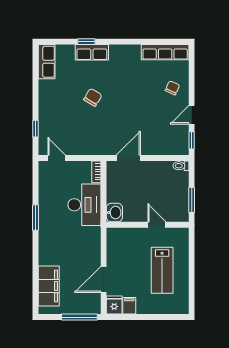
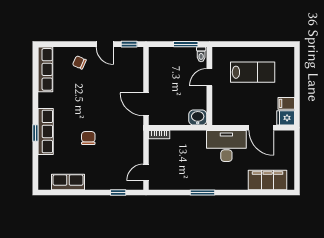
window: (86, 42) -> (35, 133), moved
row of seats: (92, 52) -> (46, 131), width x1.48
row of seats: (47, 62) -> (68, 182), moved
chair: (93, 97) -> (88, 138), turned 59
toilet: (181, 166) -> (201, 54), moved
desk: (84, 205) -> (226, 146), moved
window: (79, 317) -> (297, 151), removed

